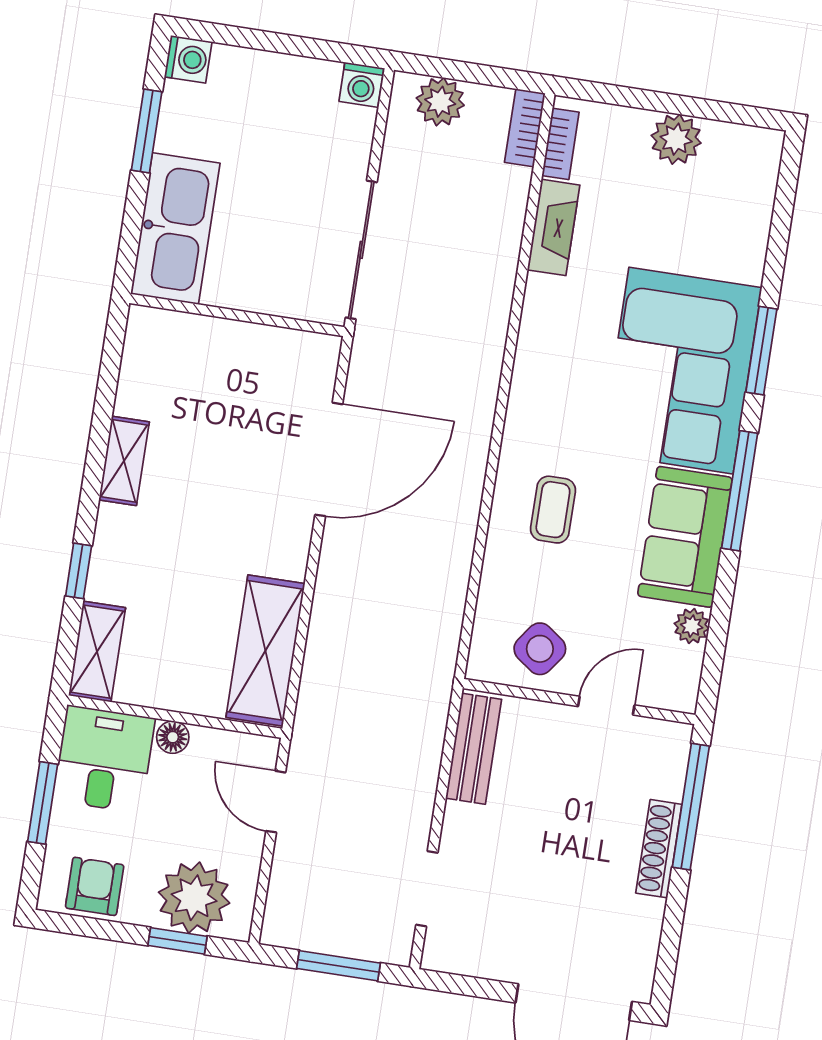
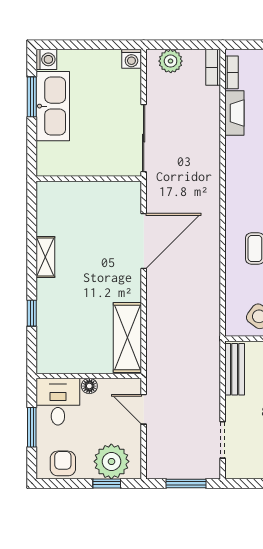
kitchen sink: (175, 229) -> (53, 106), moved
shelving: (97, 652) -> (47, 351), removed

